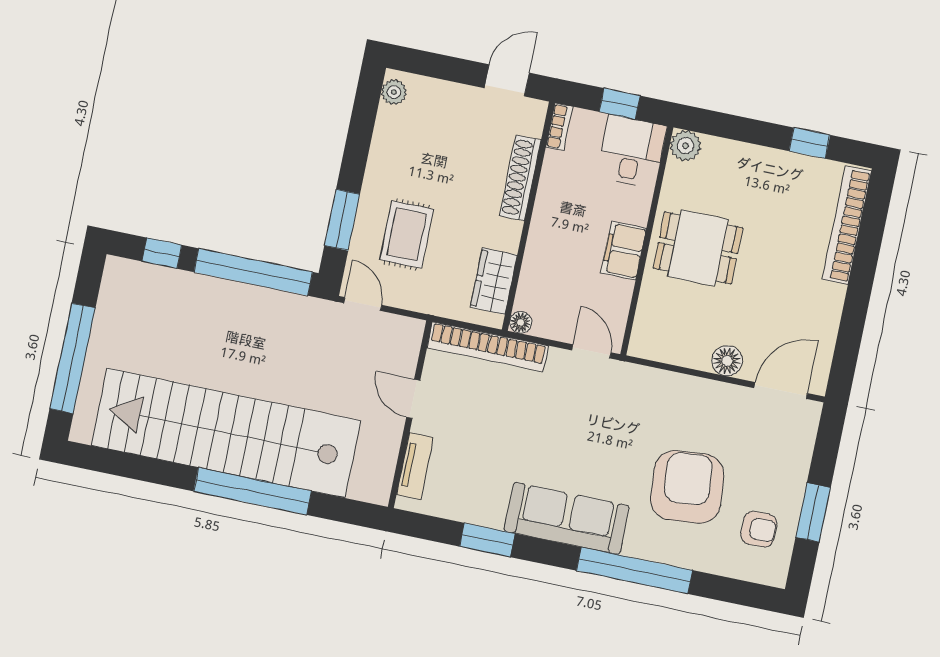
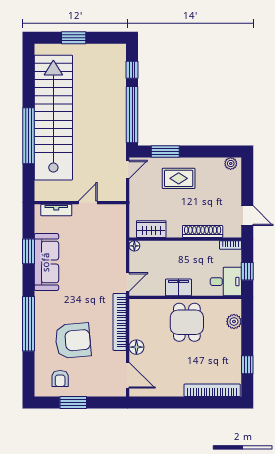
plant: (686, 146) -> (234, 321), moved
rug: (407, 234) -> (179, 178), moved
bookcase: (488, 347) -> (120, 322), moved
window: (72, 358) -> (74, 38), width x0.47
sofa: (567, 518) -> (46, 262), moved

